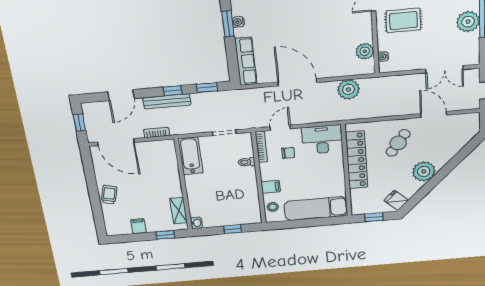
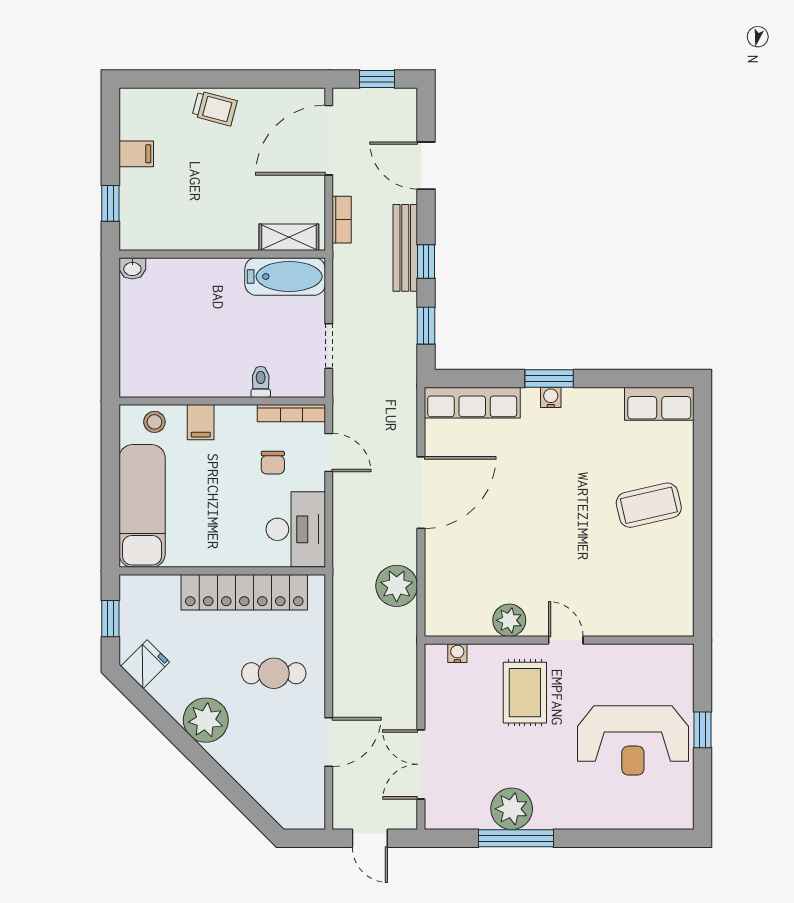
plant: (365, 51) -> (509, 620), moved
cafe table: (398, 143) -> (274, 673), turned -35
shelving: (179, 211) -> (289, 237), moved
window: (233, 229) -> (110, 338), removed

